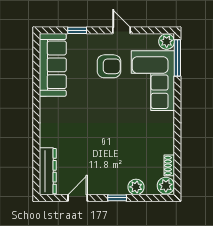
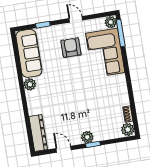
armchair: (109, 66) -> (71, 48), turned -90
plant: (47, 106) -> (30, 84), added
plant: (136, 187) -> (87, 137), moved
door: (78, 198) -> (64, 149), hinge flipped

